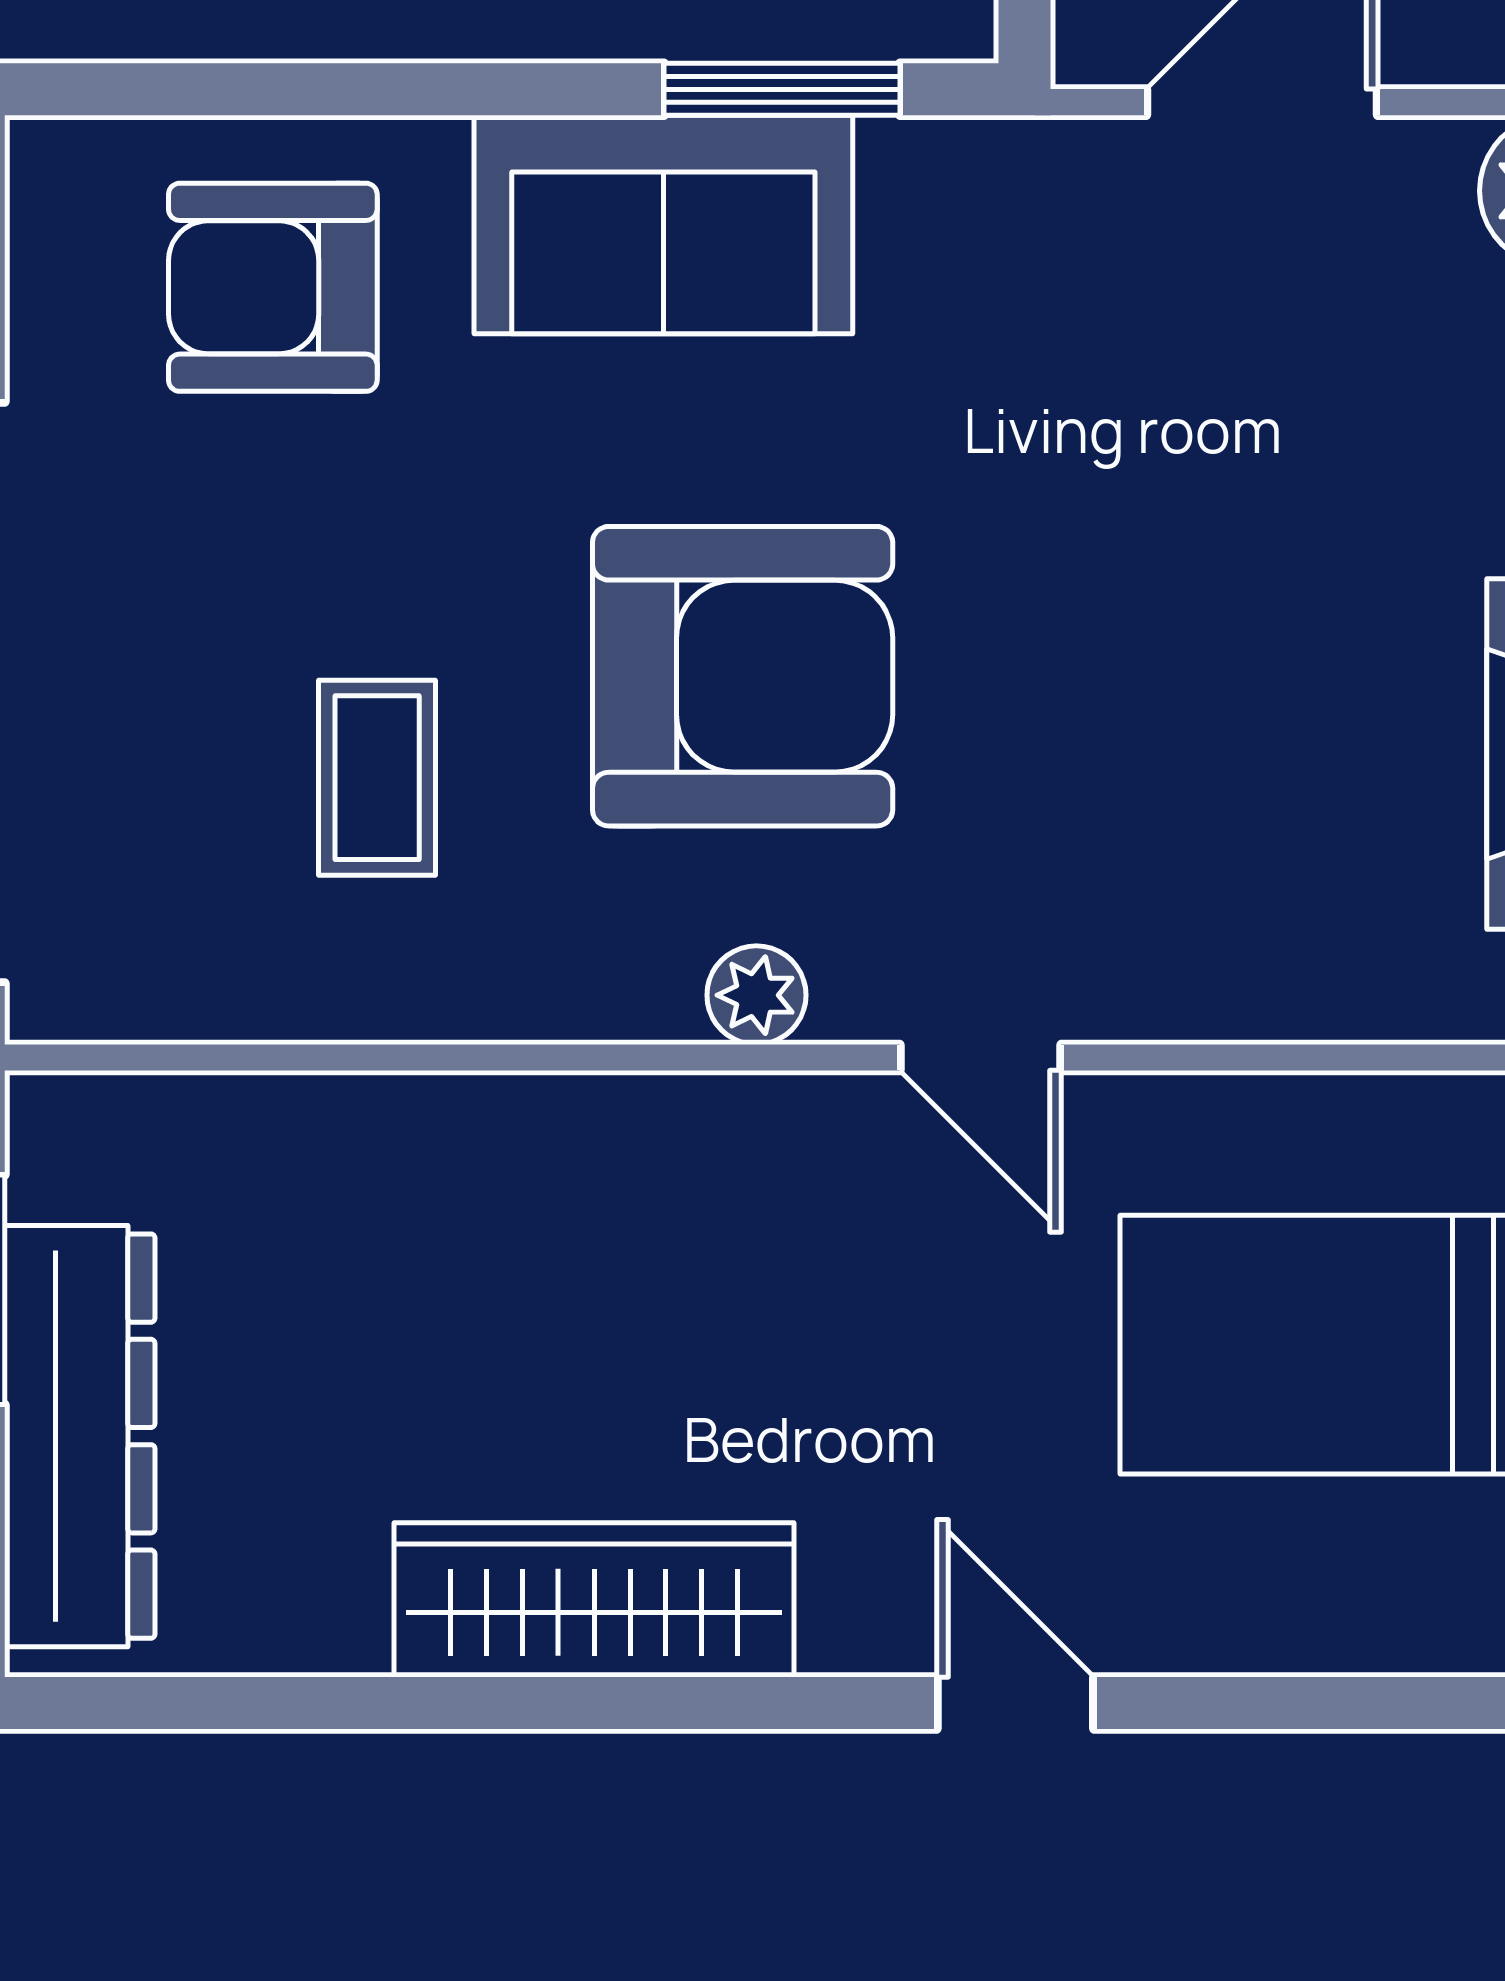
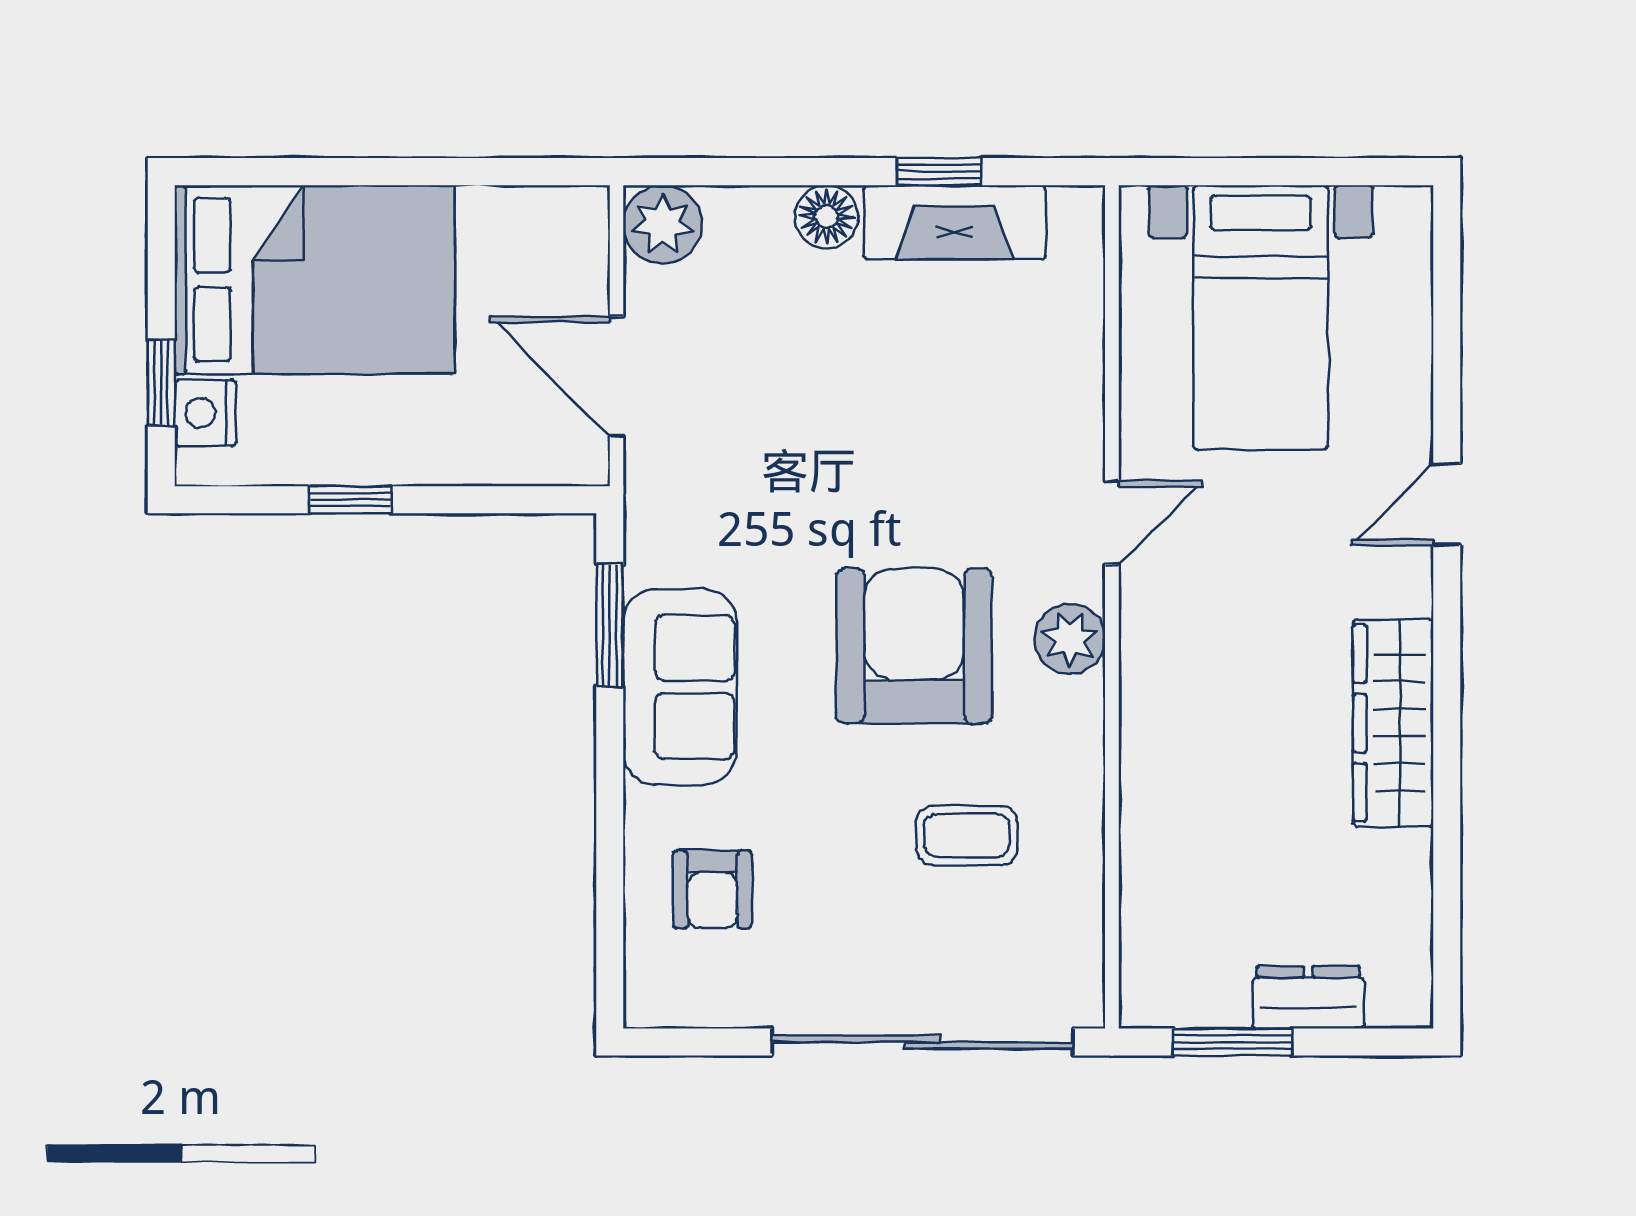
armchair: (273, 287) -> (712, 890), width x0.72, depth x0.72
plant: (756, 995) -> (1070, 639), width x1.38, depth x1.38
dresser: (80, 1436) -> (1308, 997), width x0.51, depth x0.80

